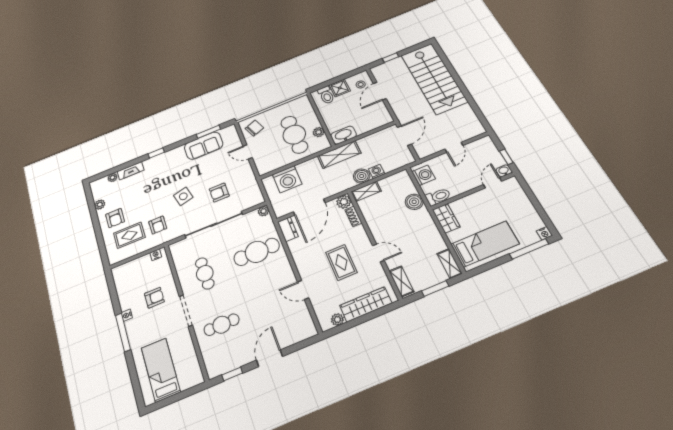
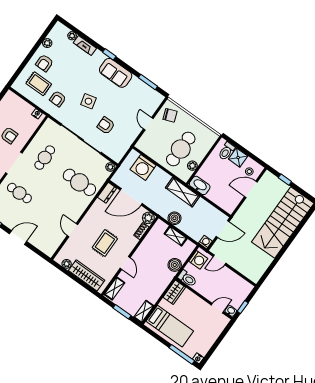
sofa: (204, 146) -> (116, 73), moved
door: (454, 147) -> (219, 260), moved
washing machine: (377, 171) -> (205, 242), moved
shelving: (366, 191) -> (176, 236), moved

